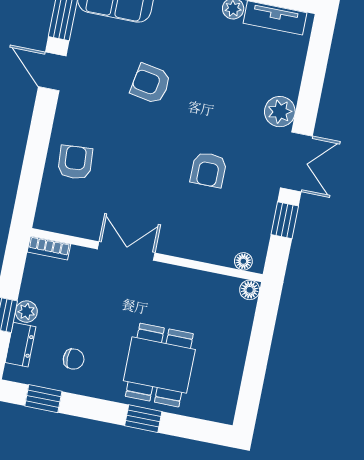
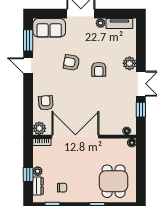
armchair: (208, 170) -> (99, 69), moved
plant: (49, 216) -> (39, 128), added
double door: (126, 251) -> (75, 137), width x1.87
dining table: (159, 365) -> (114, 181), moved

